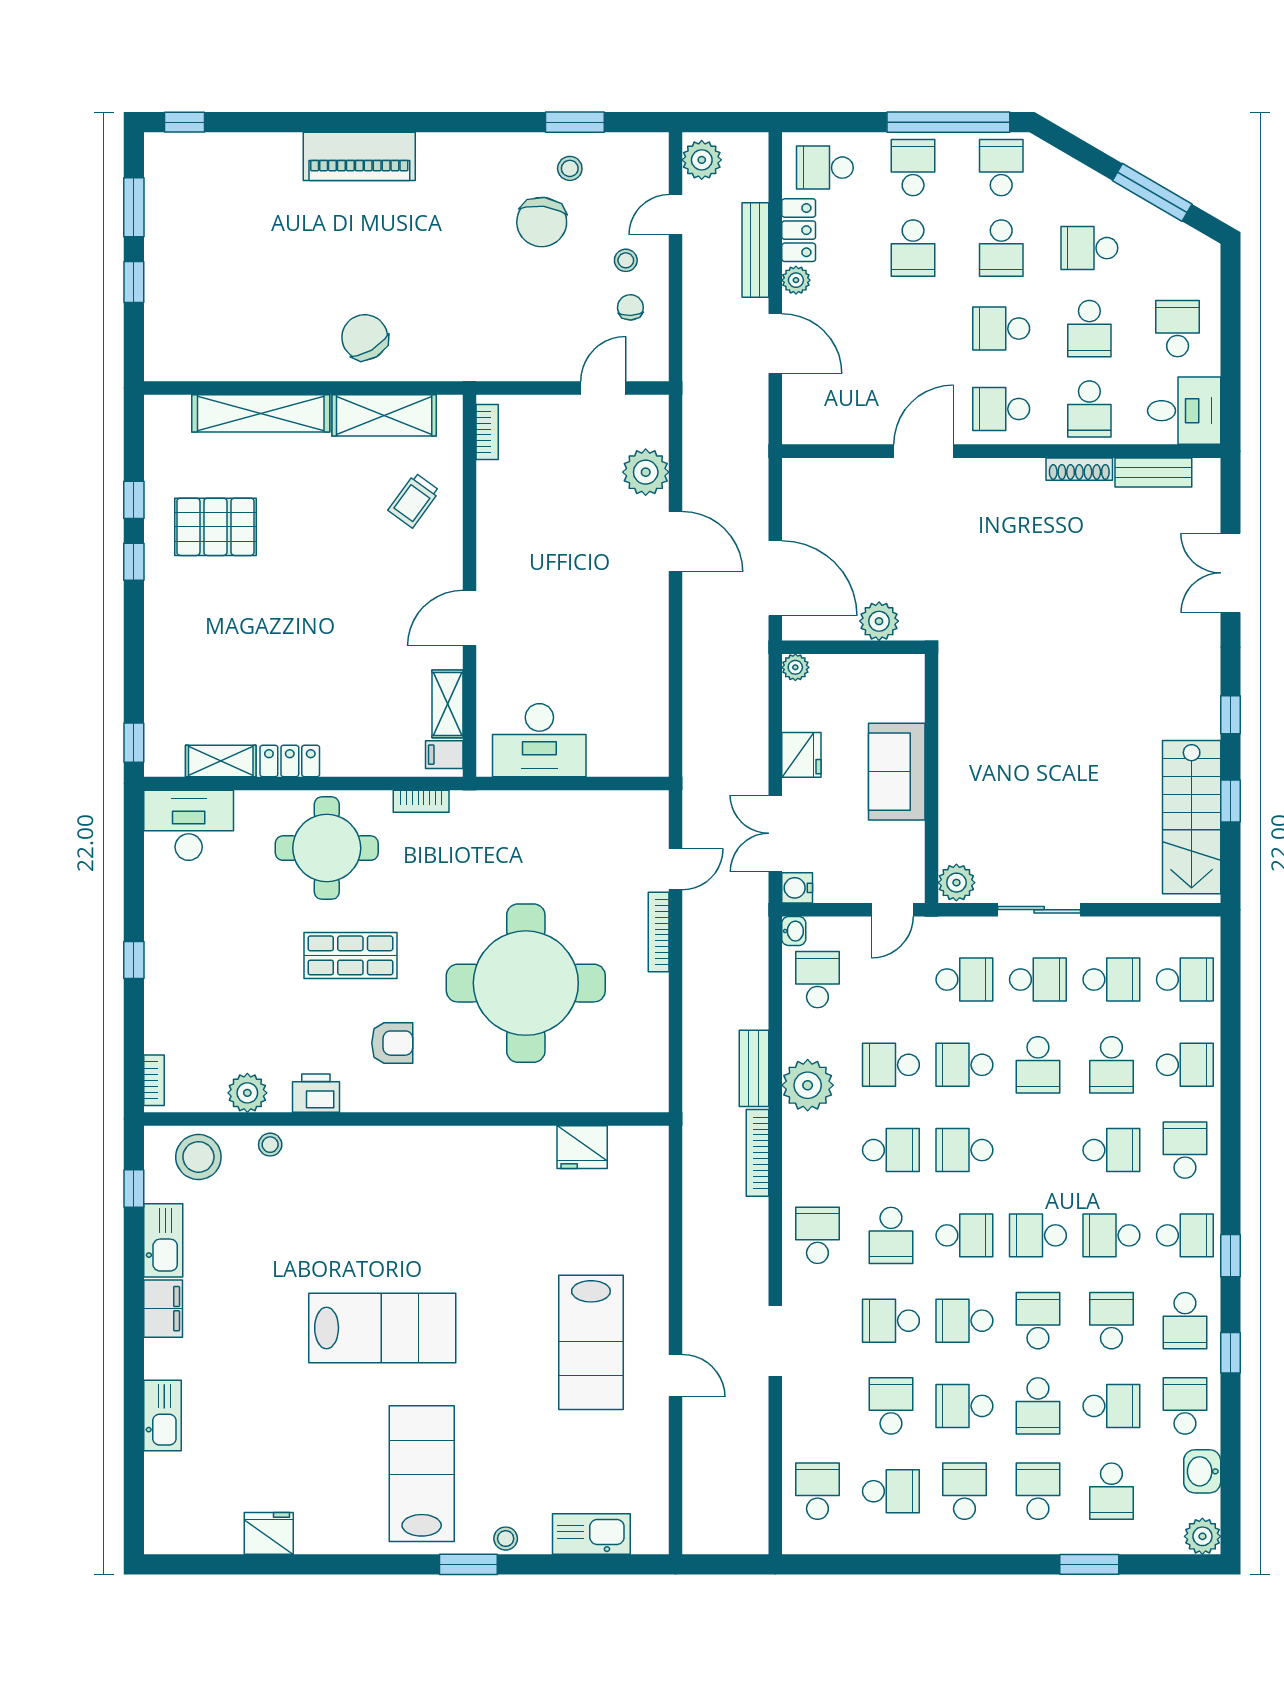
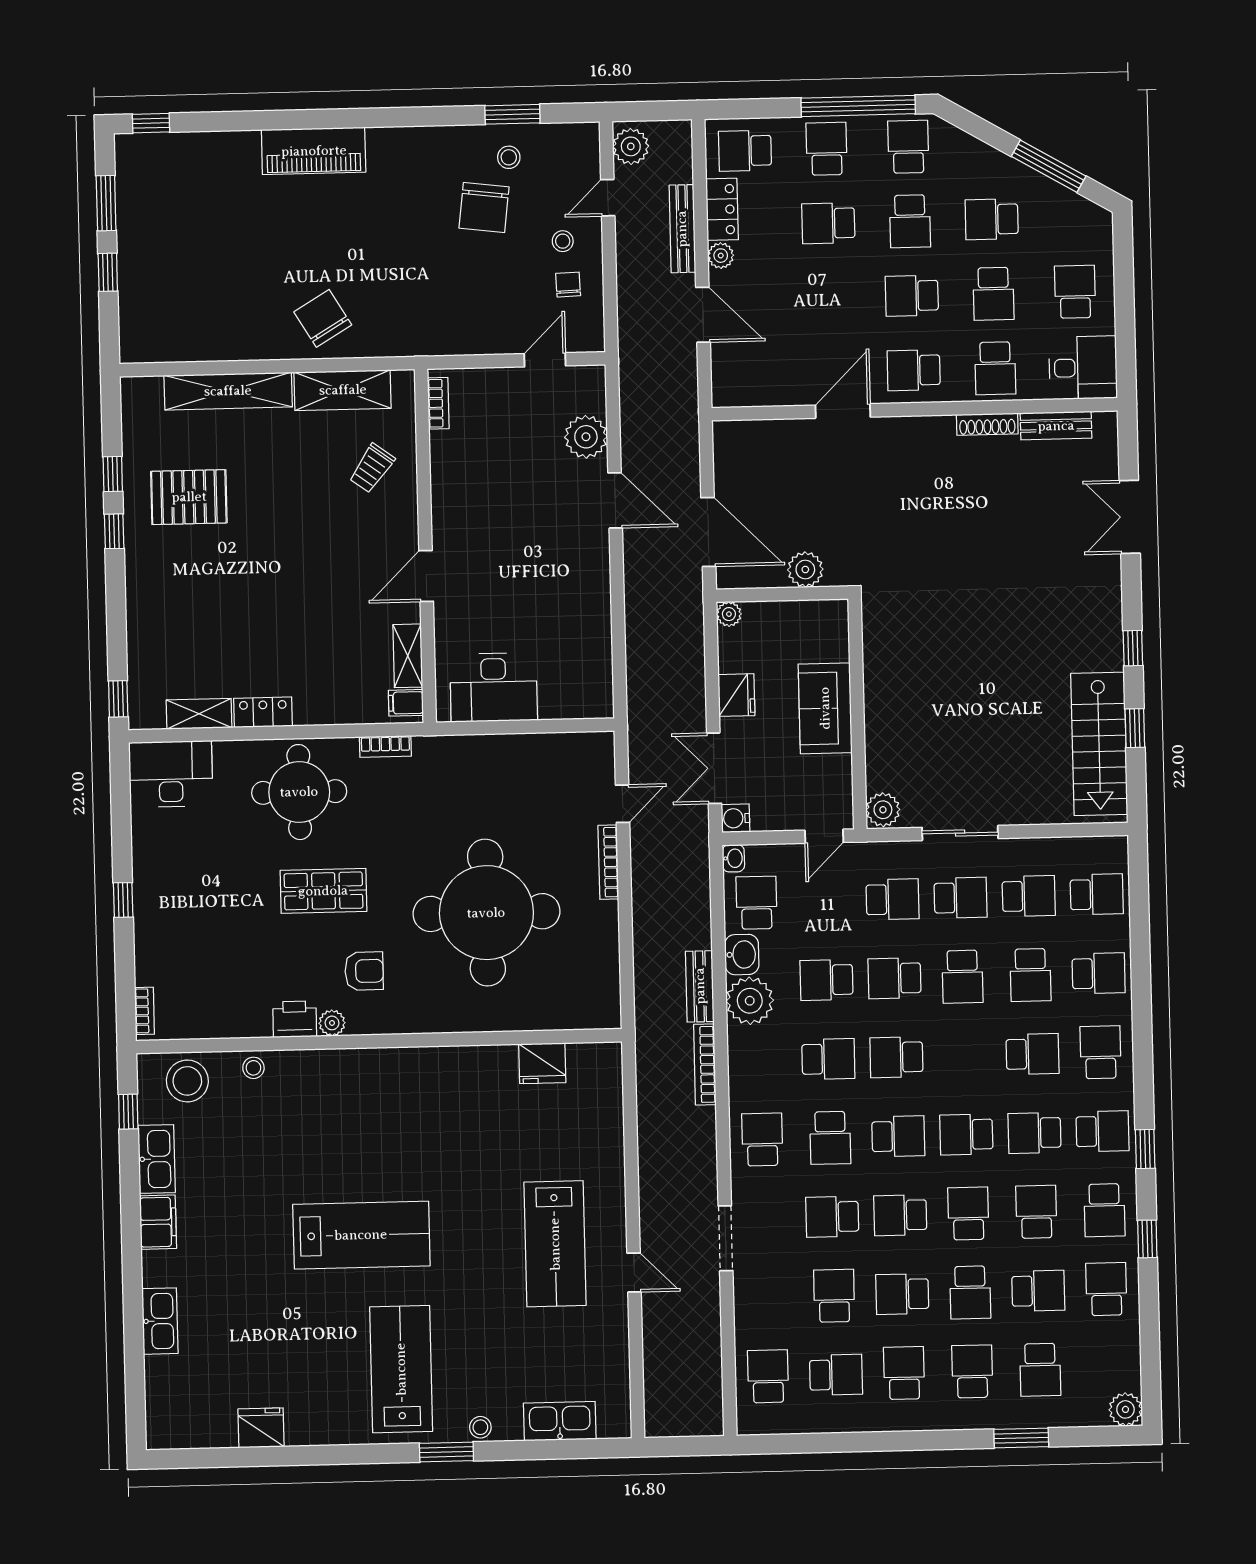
school desk: (913, 248) -> (828, 223), turned 90
plant: (247, 1093) -> (332, 1023), moved, width x0.73, depth x0.73
washbasin: (1202, 1471) -> (742, 955), moved, turned 180

